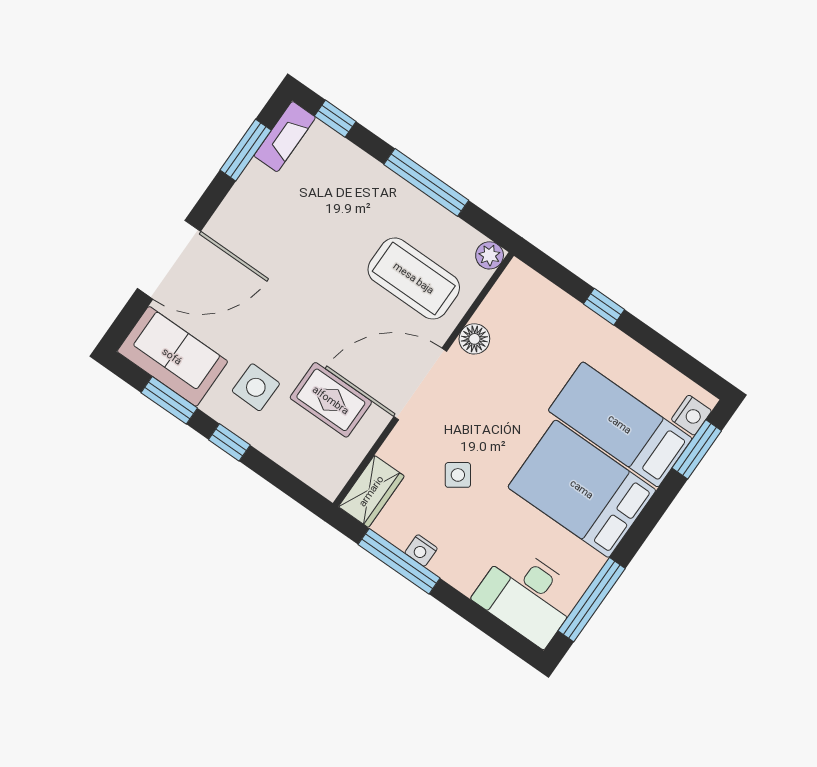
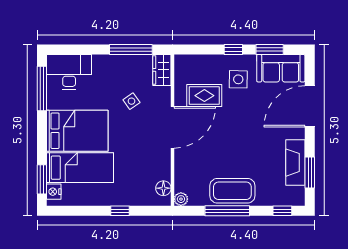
fireplace: (285, 137) -> (295, 163), moved, width x1.37, depth x1.32
coffee table: (414, 278) -> (232, 191), moved
floor lamp: (474, 339) -> (163, 188), moved
nightstand: (421, 550) -> (125, 60), removed

